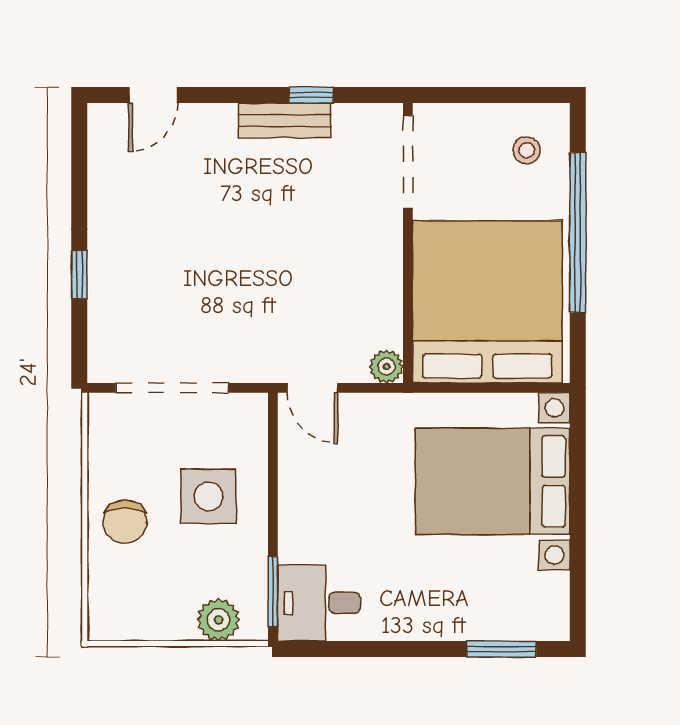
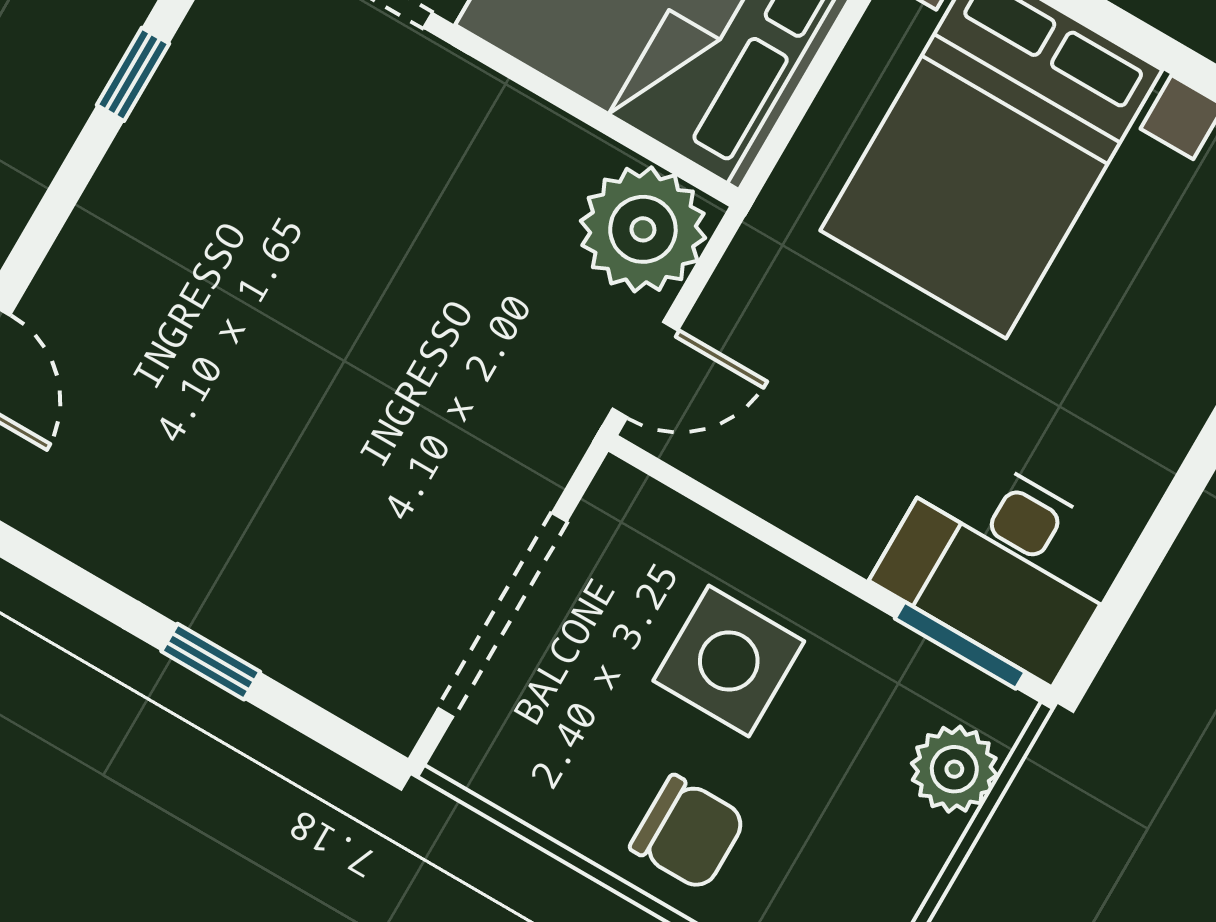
bench: (285, 121) -> (150, 147), removed
plant: (387, 367) -> (643, 229), width x1.87, depth x1.87
desk: (319, 603) -> (1002, 562), width x1.37

